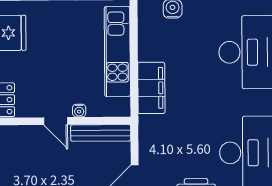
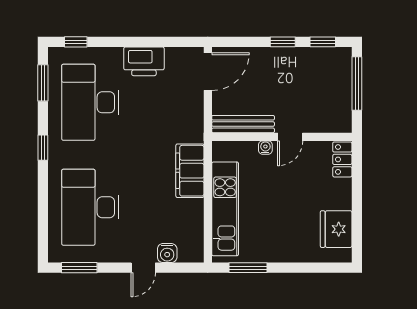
door: (56, 121) -> (290, 137), swing flipped

